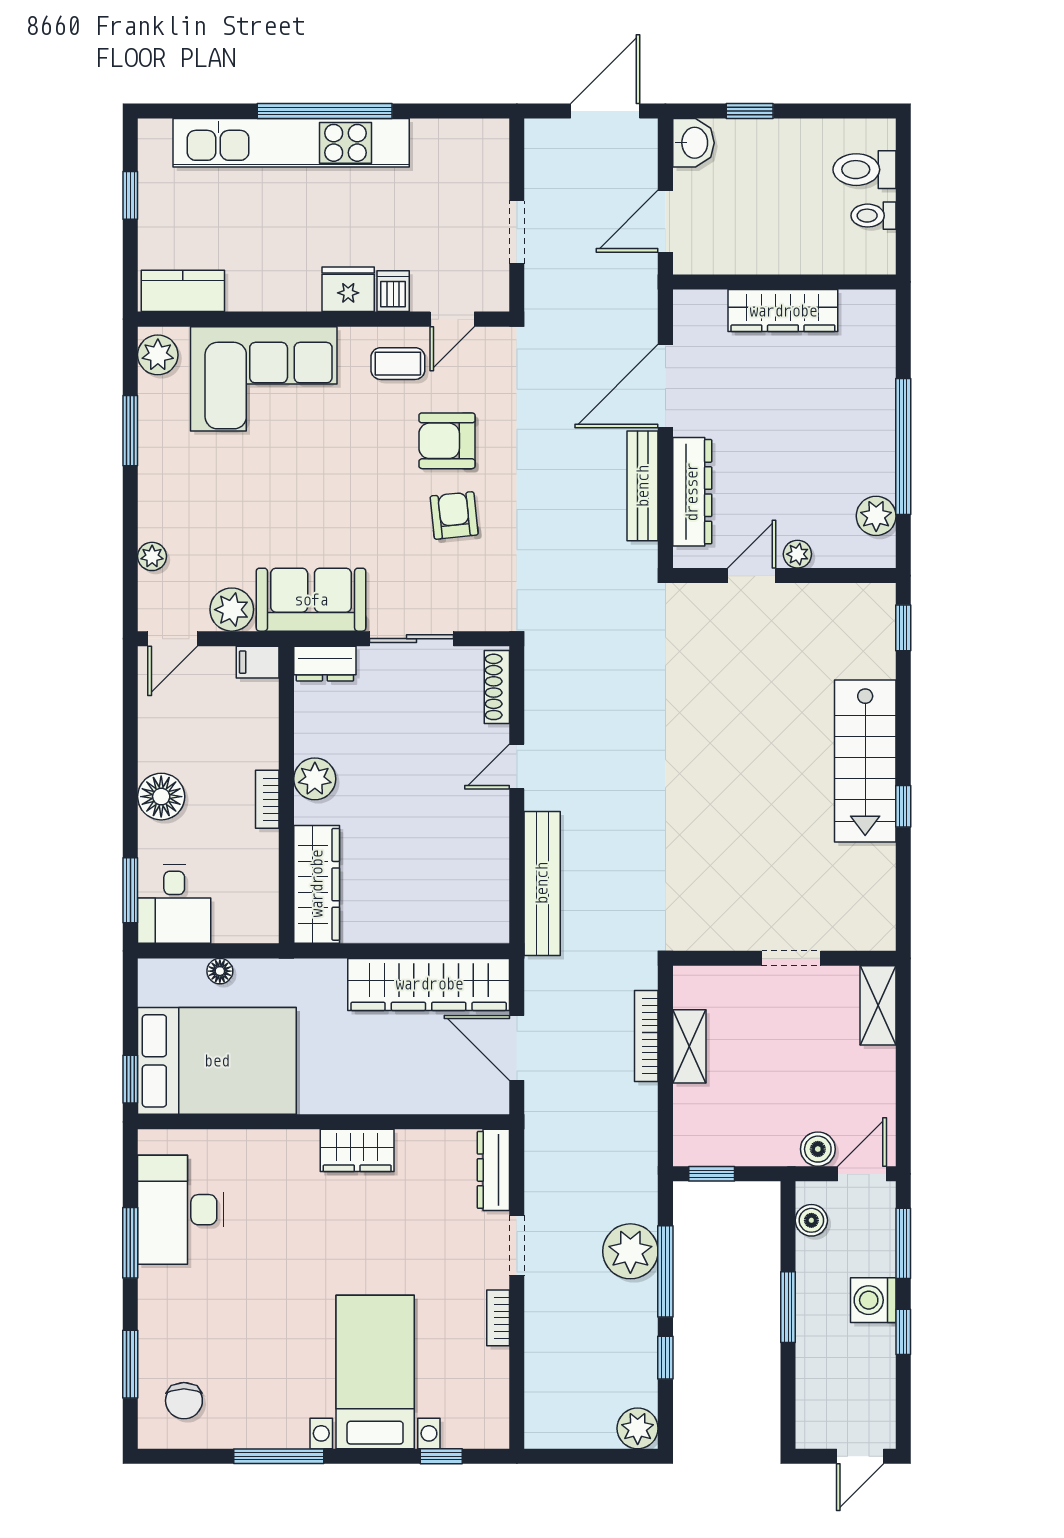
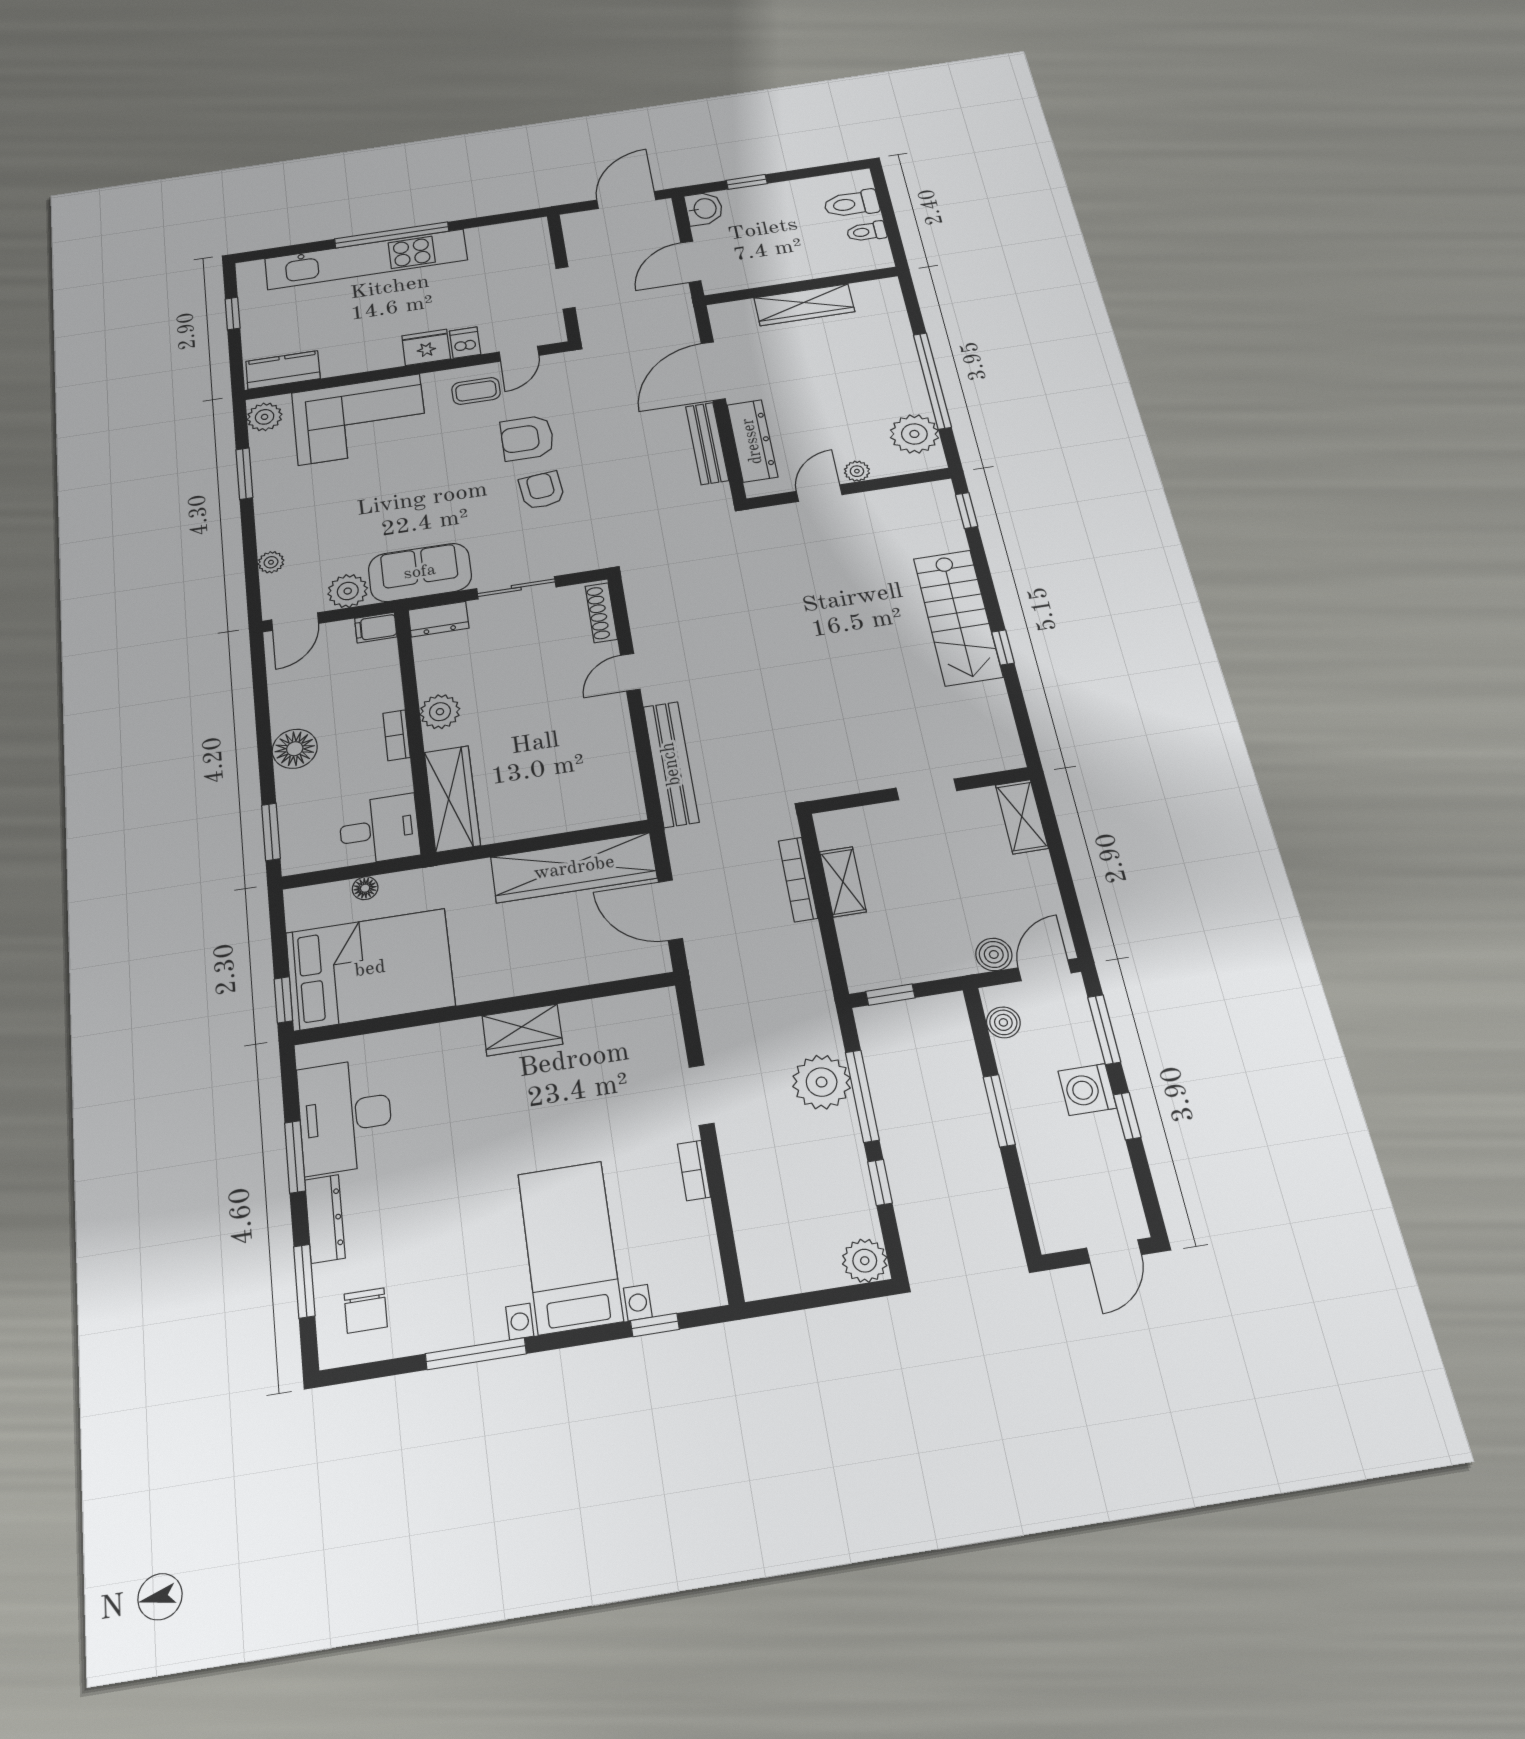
plant: (876, 516) -> (914, 434), width x1.36, depth x1.36
desk: (174, 904) -> (379, 829), moved, turned -90
dresser: (493, 1170) -> (325, 1219), moved, turned 180

